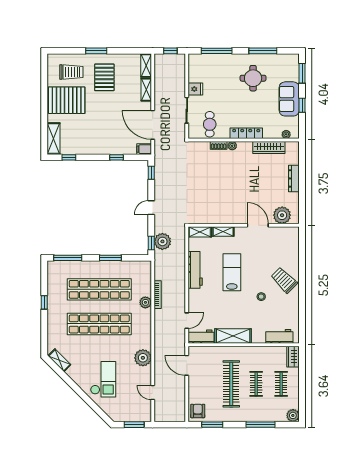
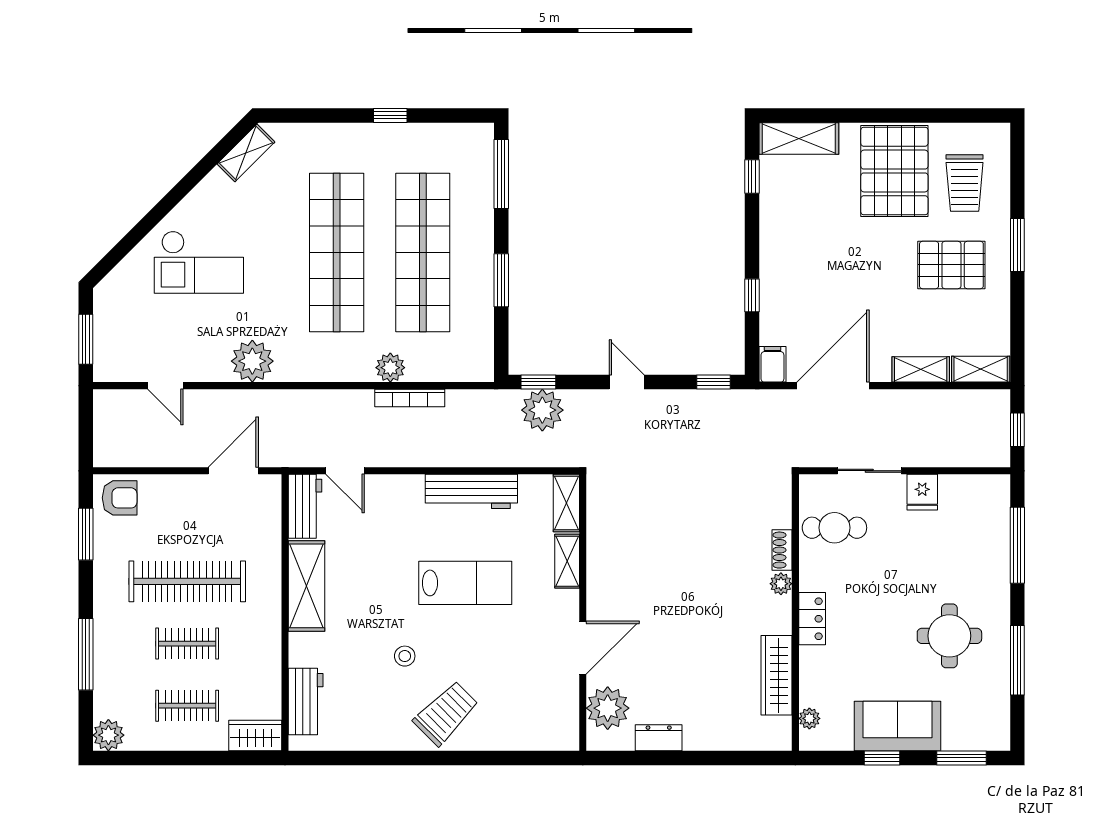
locker: (246, 133) -> (812, 619), width x0.66
dresser: (294, 178) -> (659, 738), moved, width x0.70
door: (153, 393) -> (165, 386), swing flipped

